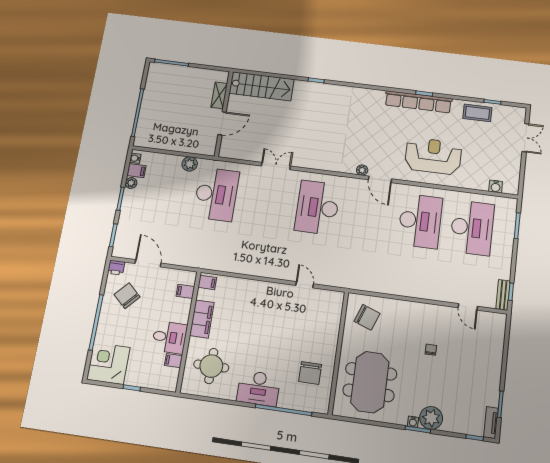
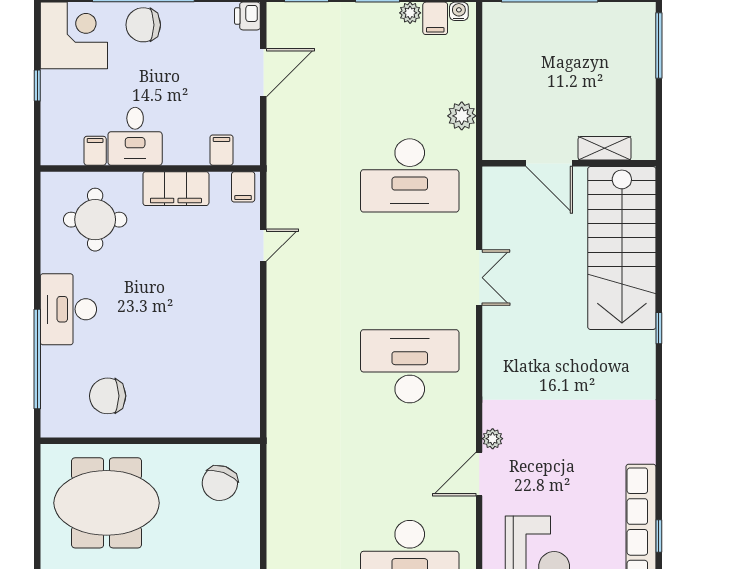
stairs: (262, 86) -> (622, 248), width x1.36, depth x1.51
door: (305, 285) -> (263, 245), moved
chair: (127, 296) -> (143, 25), moved, turned -133

